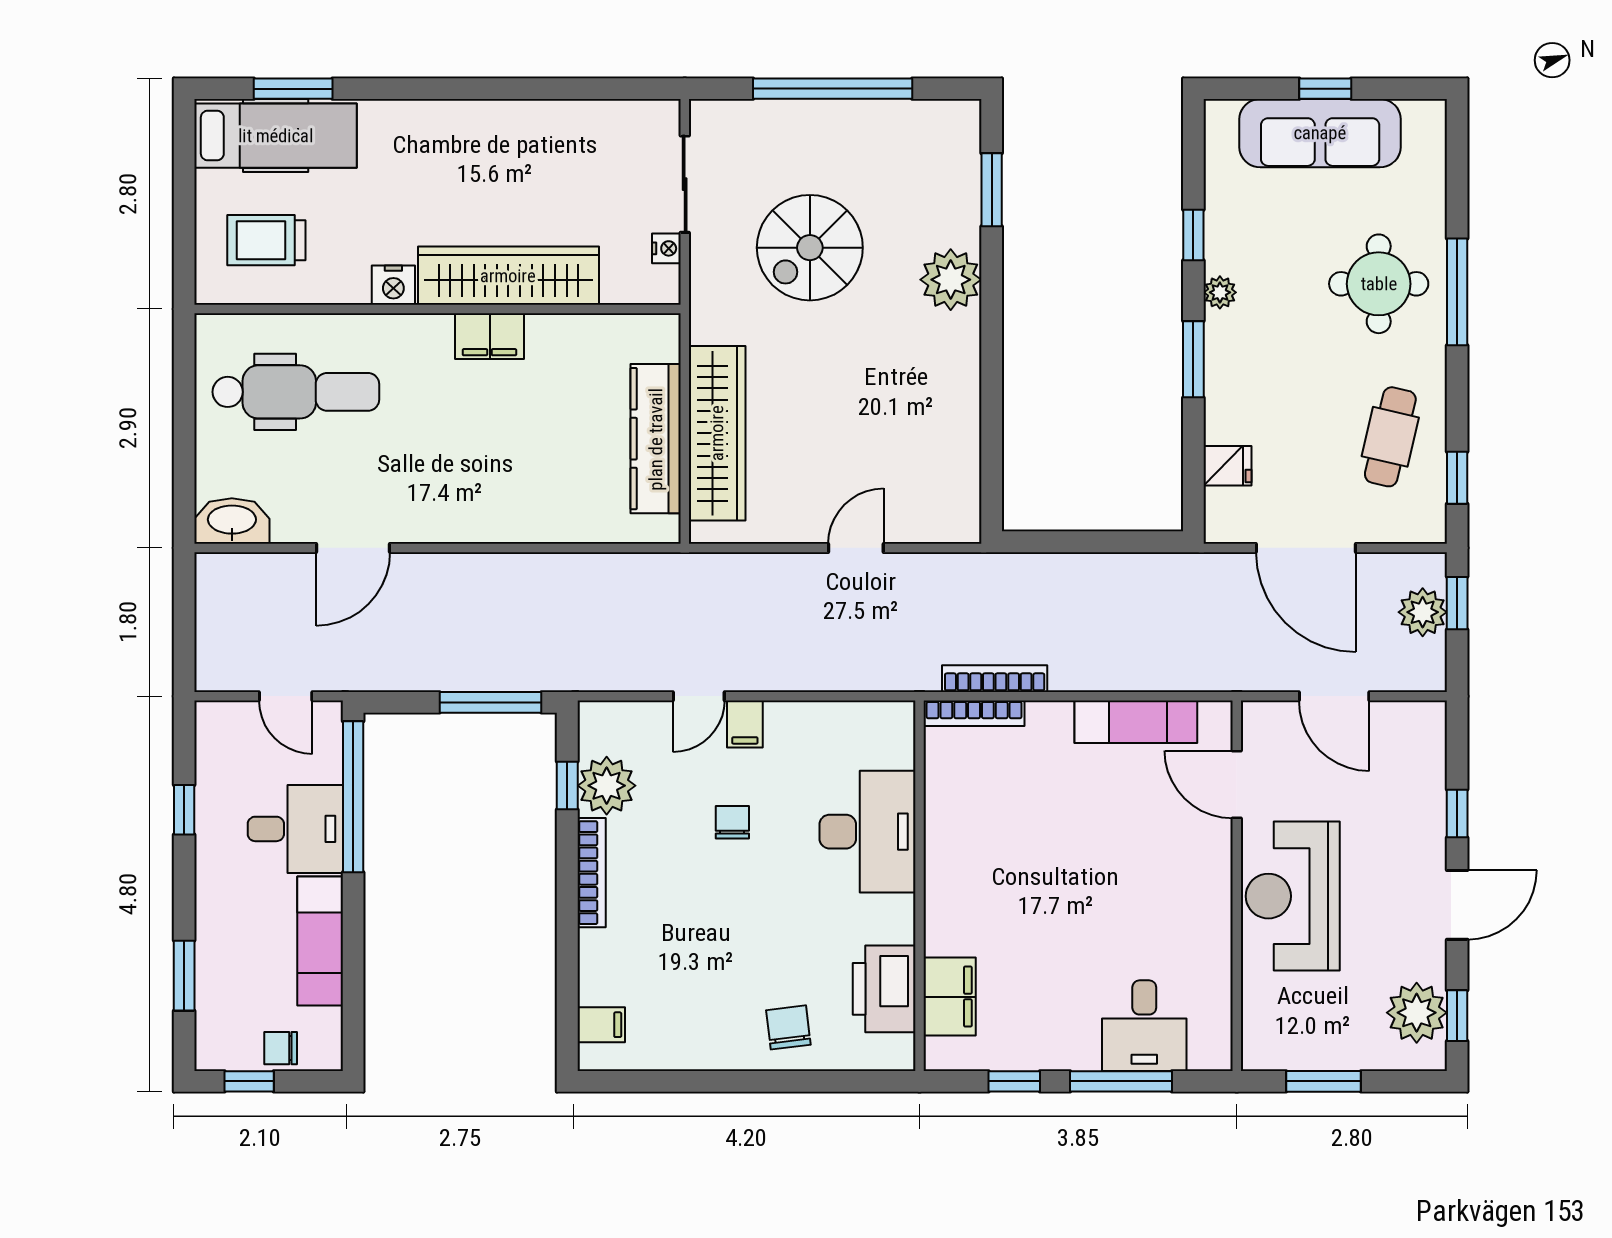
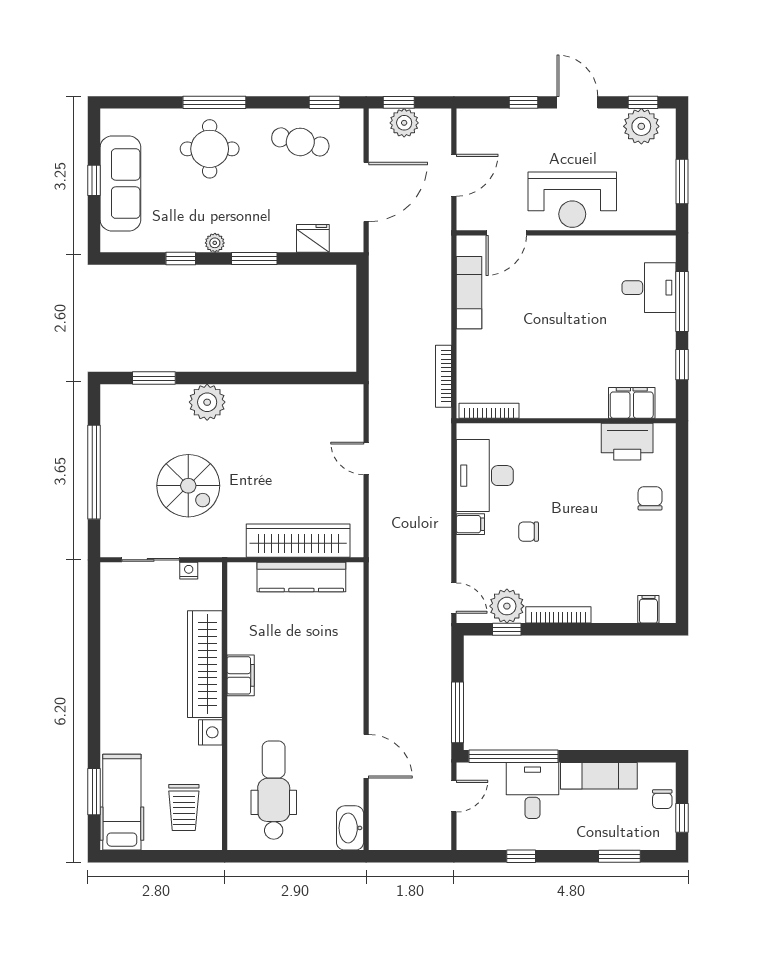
fridge: (1227, 466) -> (313, 238), width x1.38
door: (699, 696) -> (454, 598), moved
window: (490, 702) -> (458, 712), moved
bookcase: (974, 713) -> (489, 411), moved, turned -90
desk: (867, 832) -> (485, 476), moved, turned -90
chair: (788, 1027) -> (650, 498), turned 97

